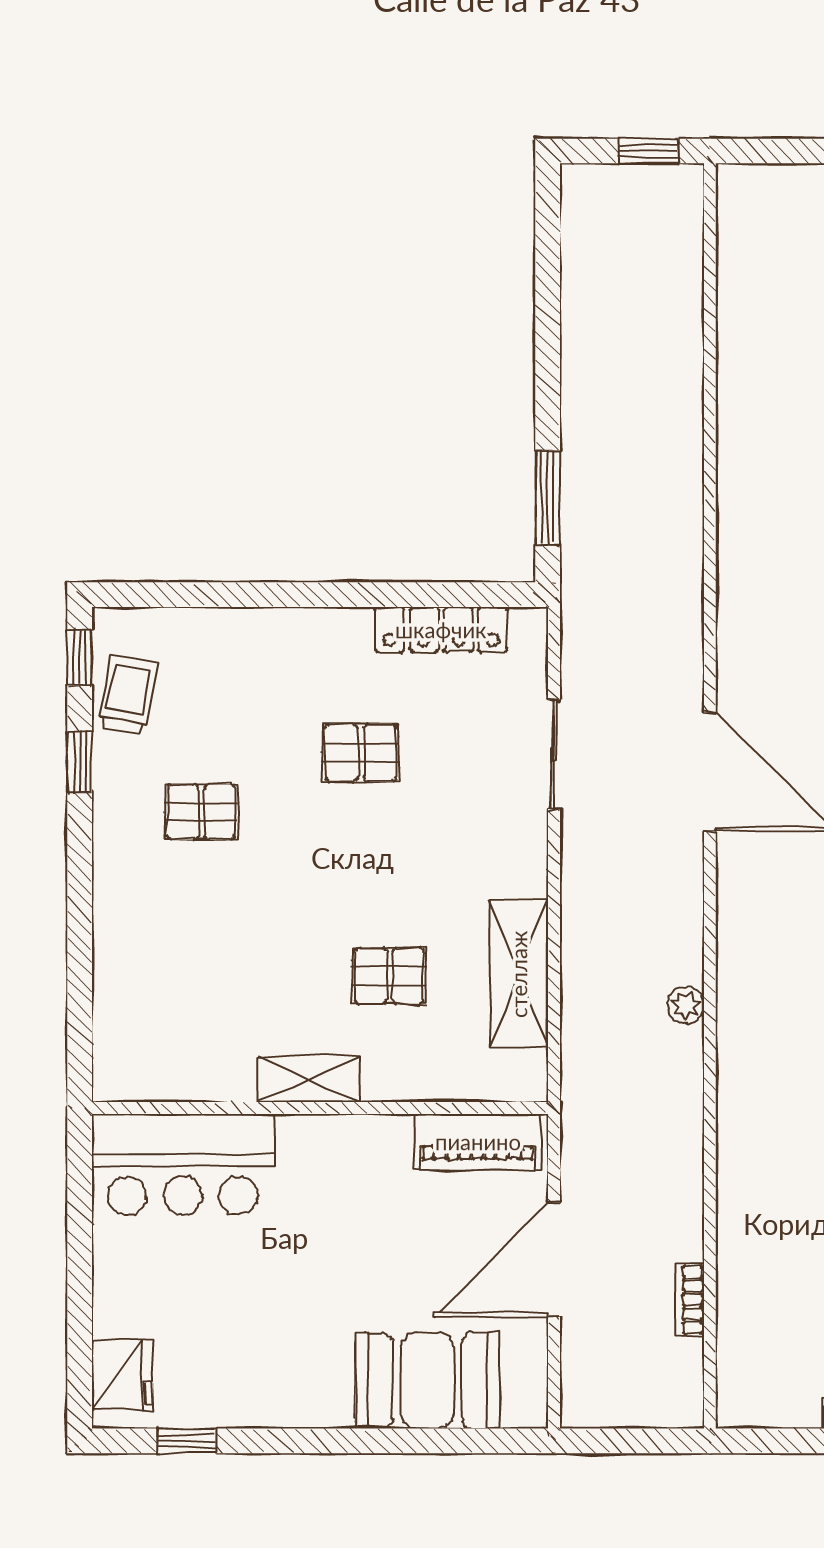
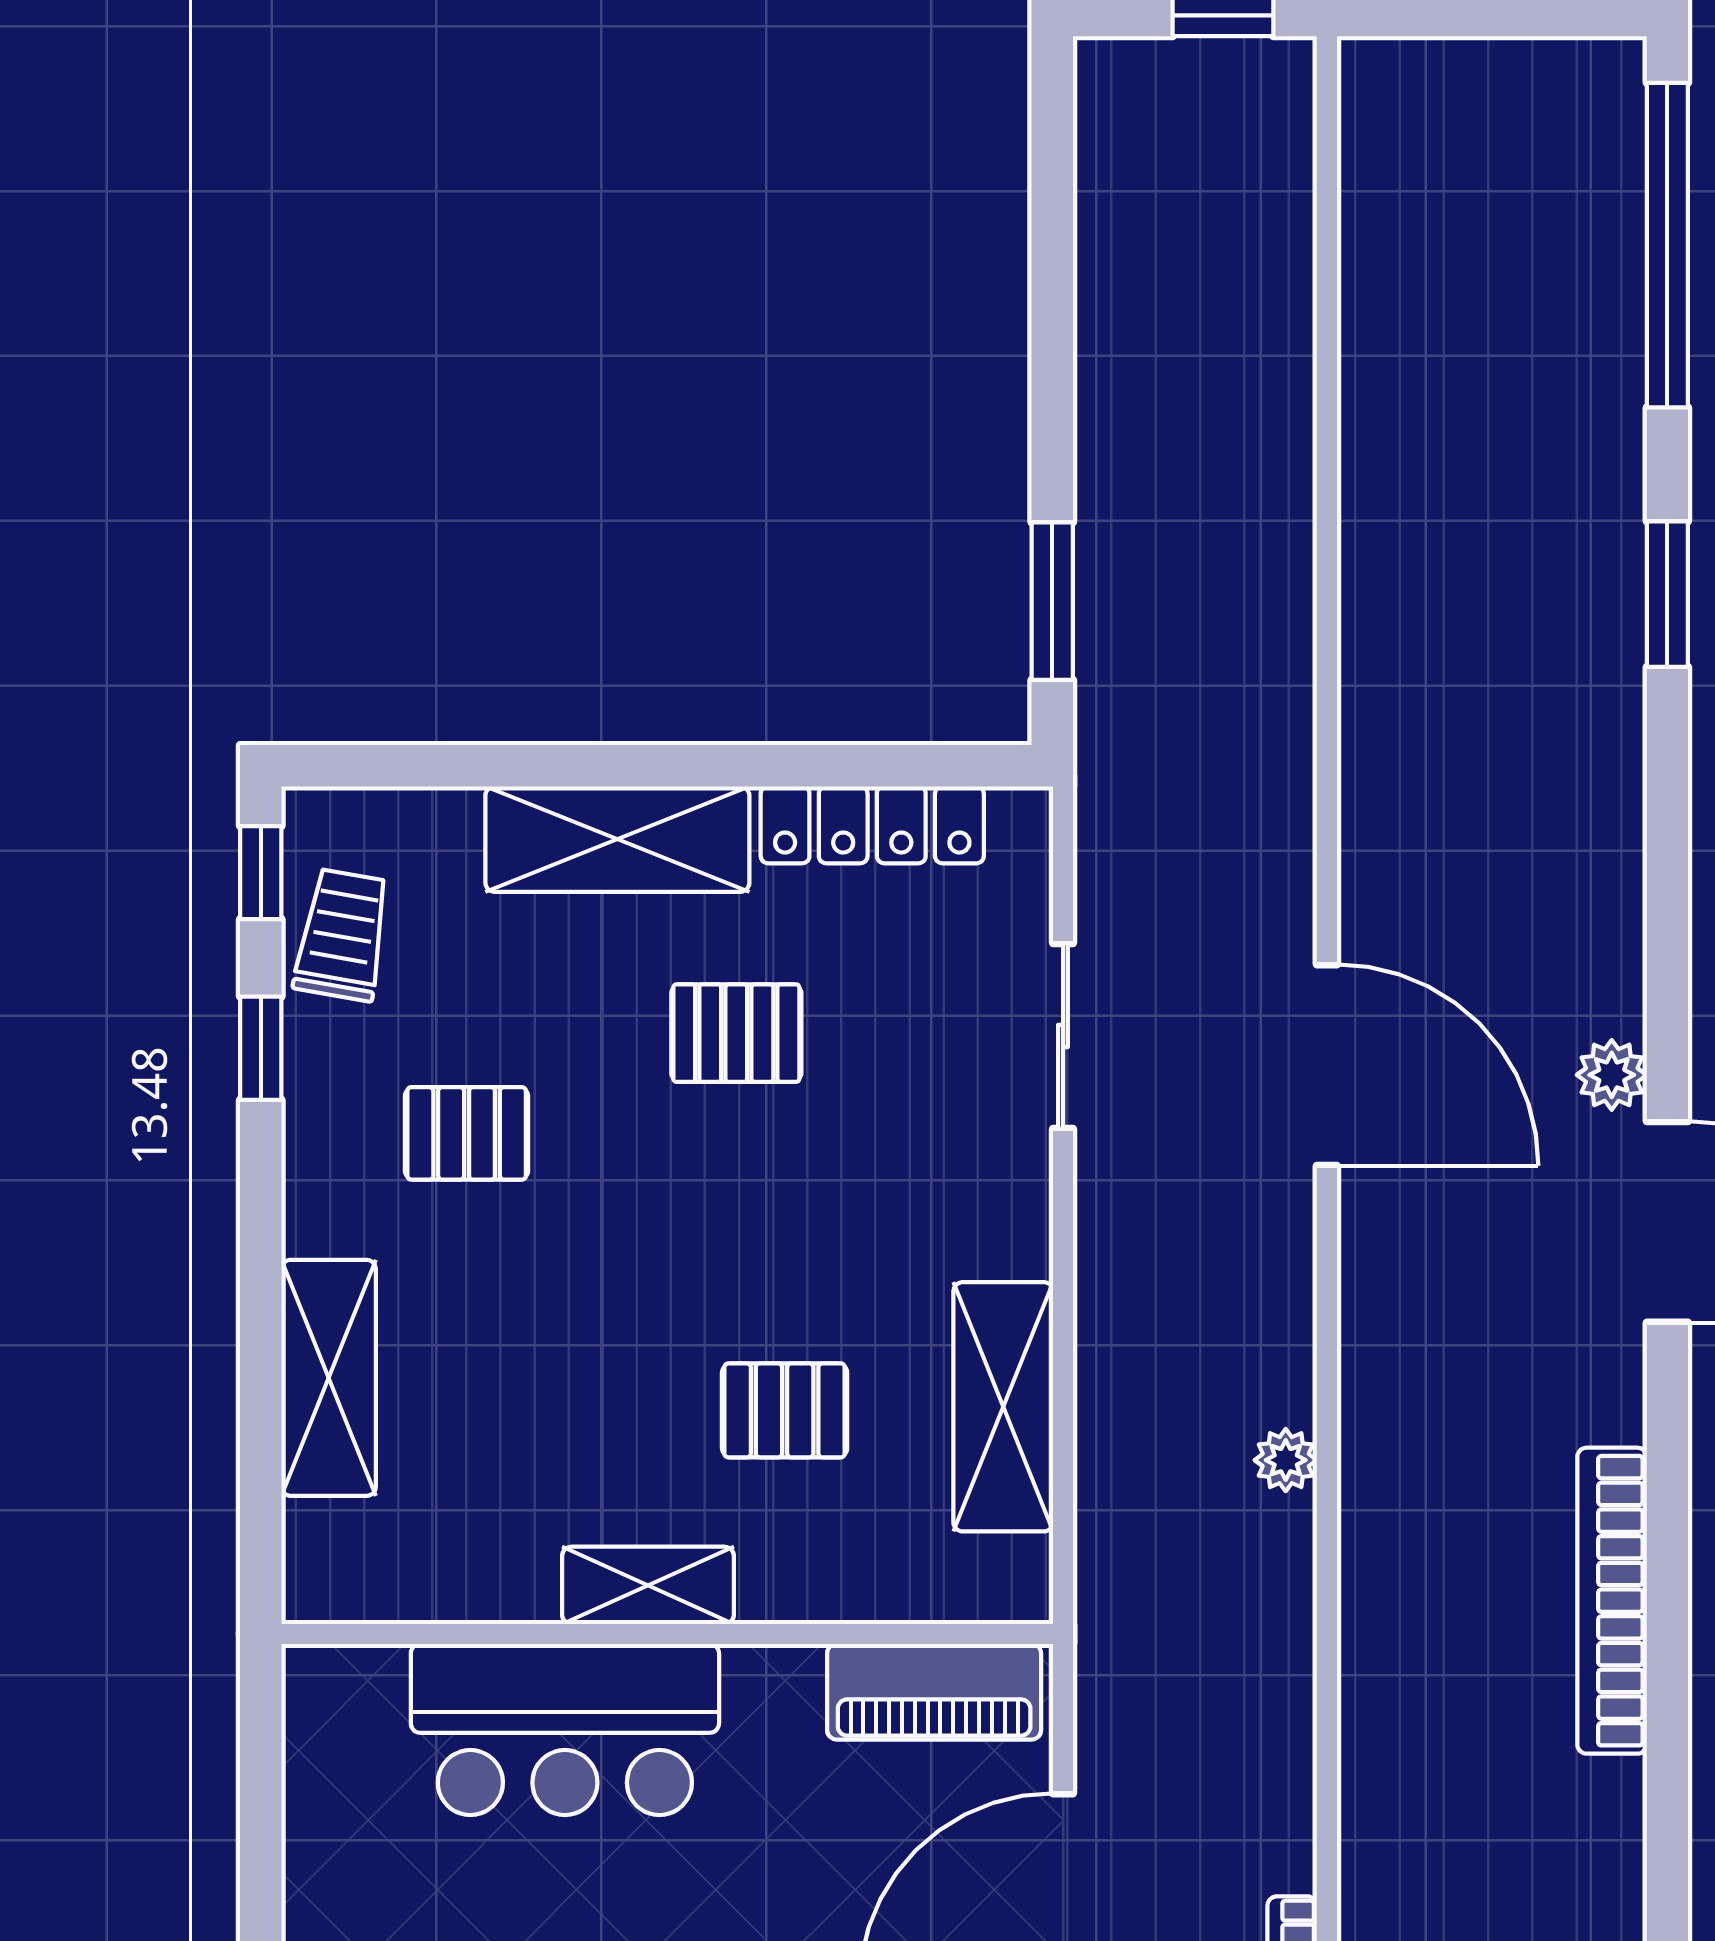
shelving: (290, 638) -> (617, 839), added
shelving: (120, 957) -> (329, 1378), added
bar counter: (183, 1164) -> (565, 1729), moved

